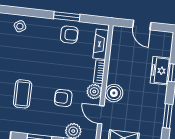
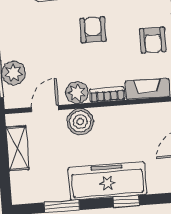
freezer: (160, 71) -> (107, 181), width x1.91, depth x1.26
armchair: (63, 98) -> (93, 30), moved

